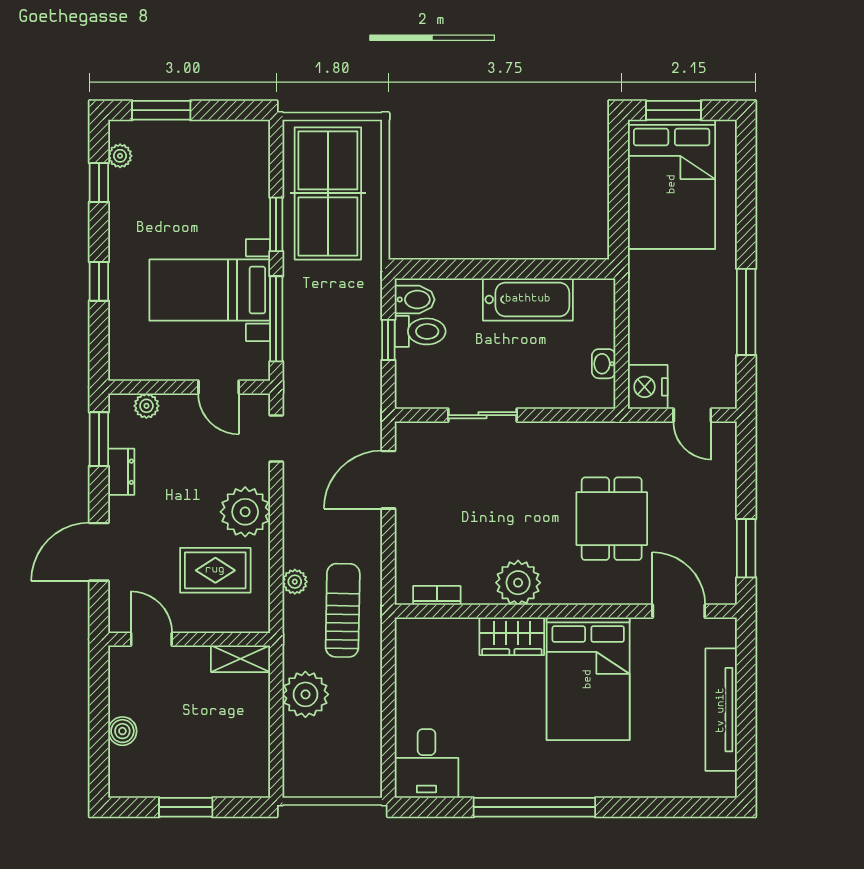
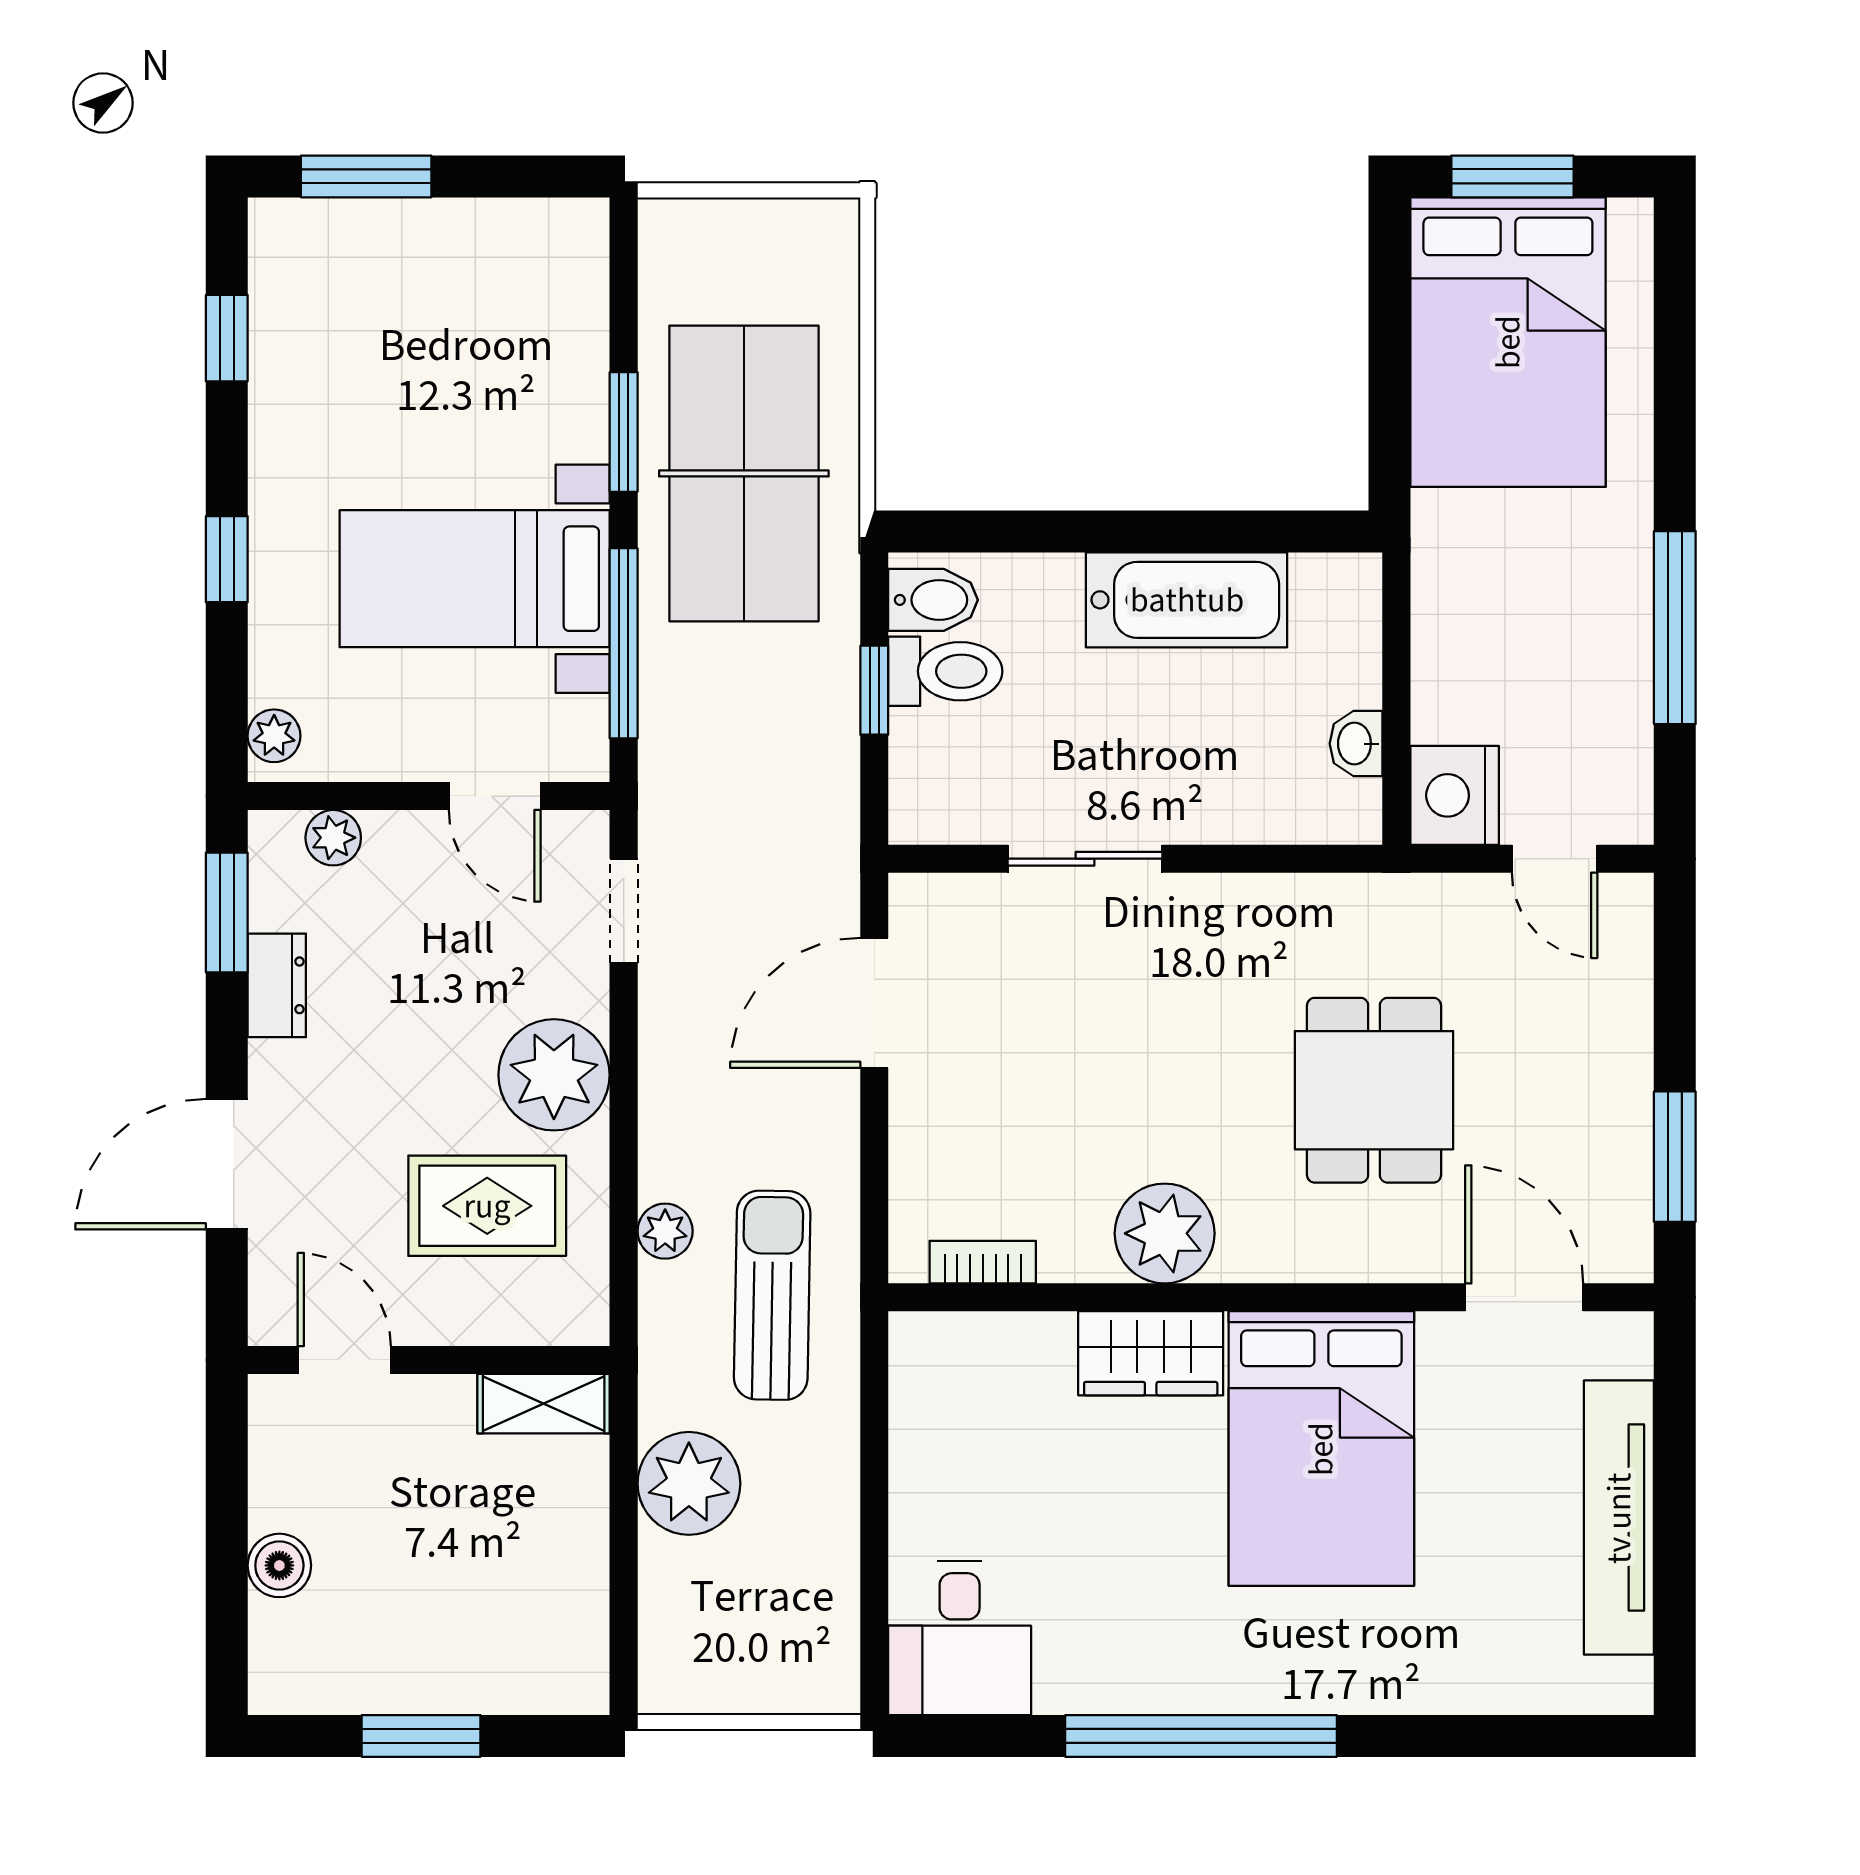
plant: (120, 156) -> (274, 736), moved
table tennis table: (328, 193) -> (744, 473), moved

